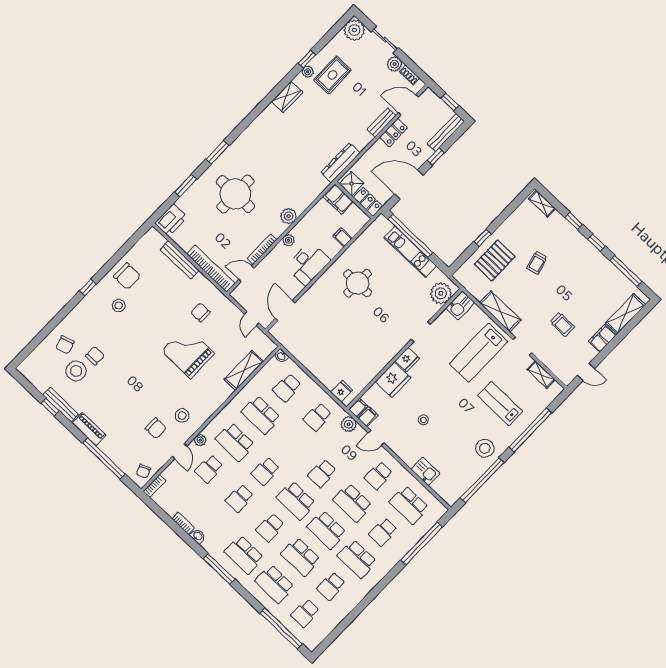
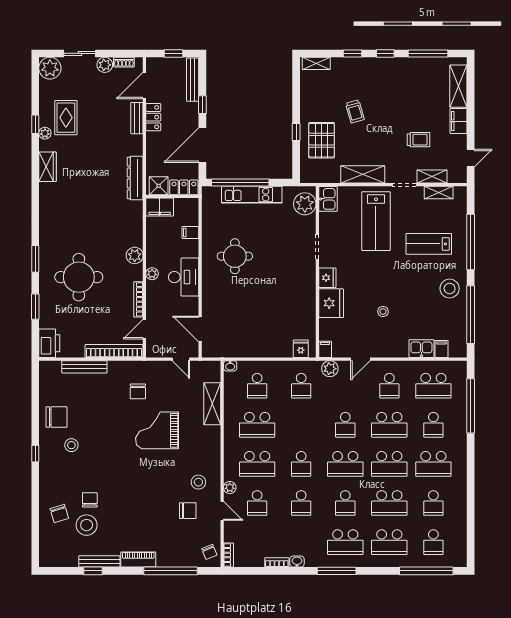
chair: (200, 312) -> (138, 391), turned -90
shelving: (547, 359) -> (432, 177), added
filing cabinet: (368, 417) -> (441, 349), moved

